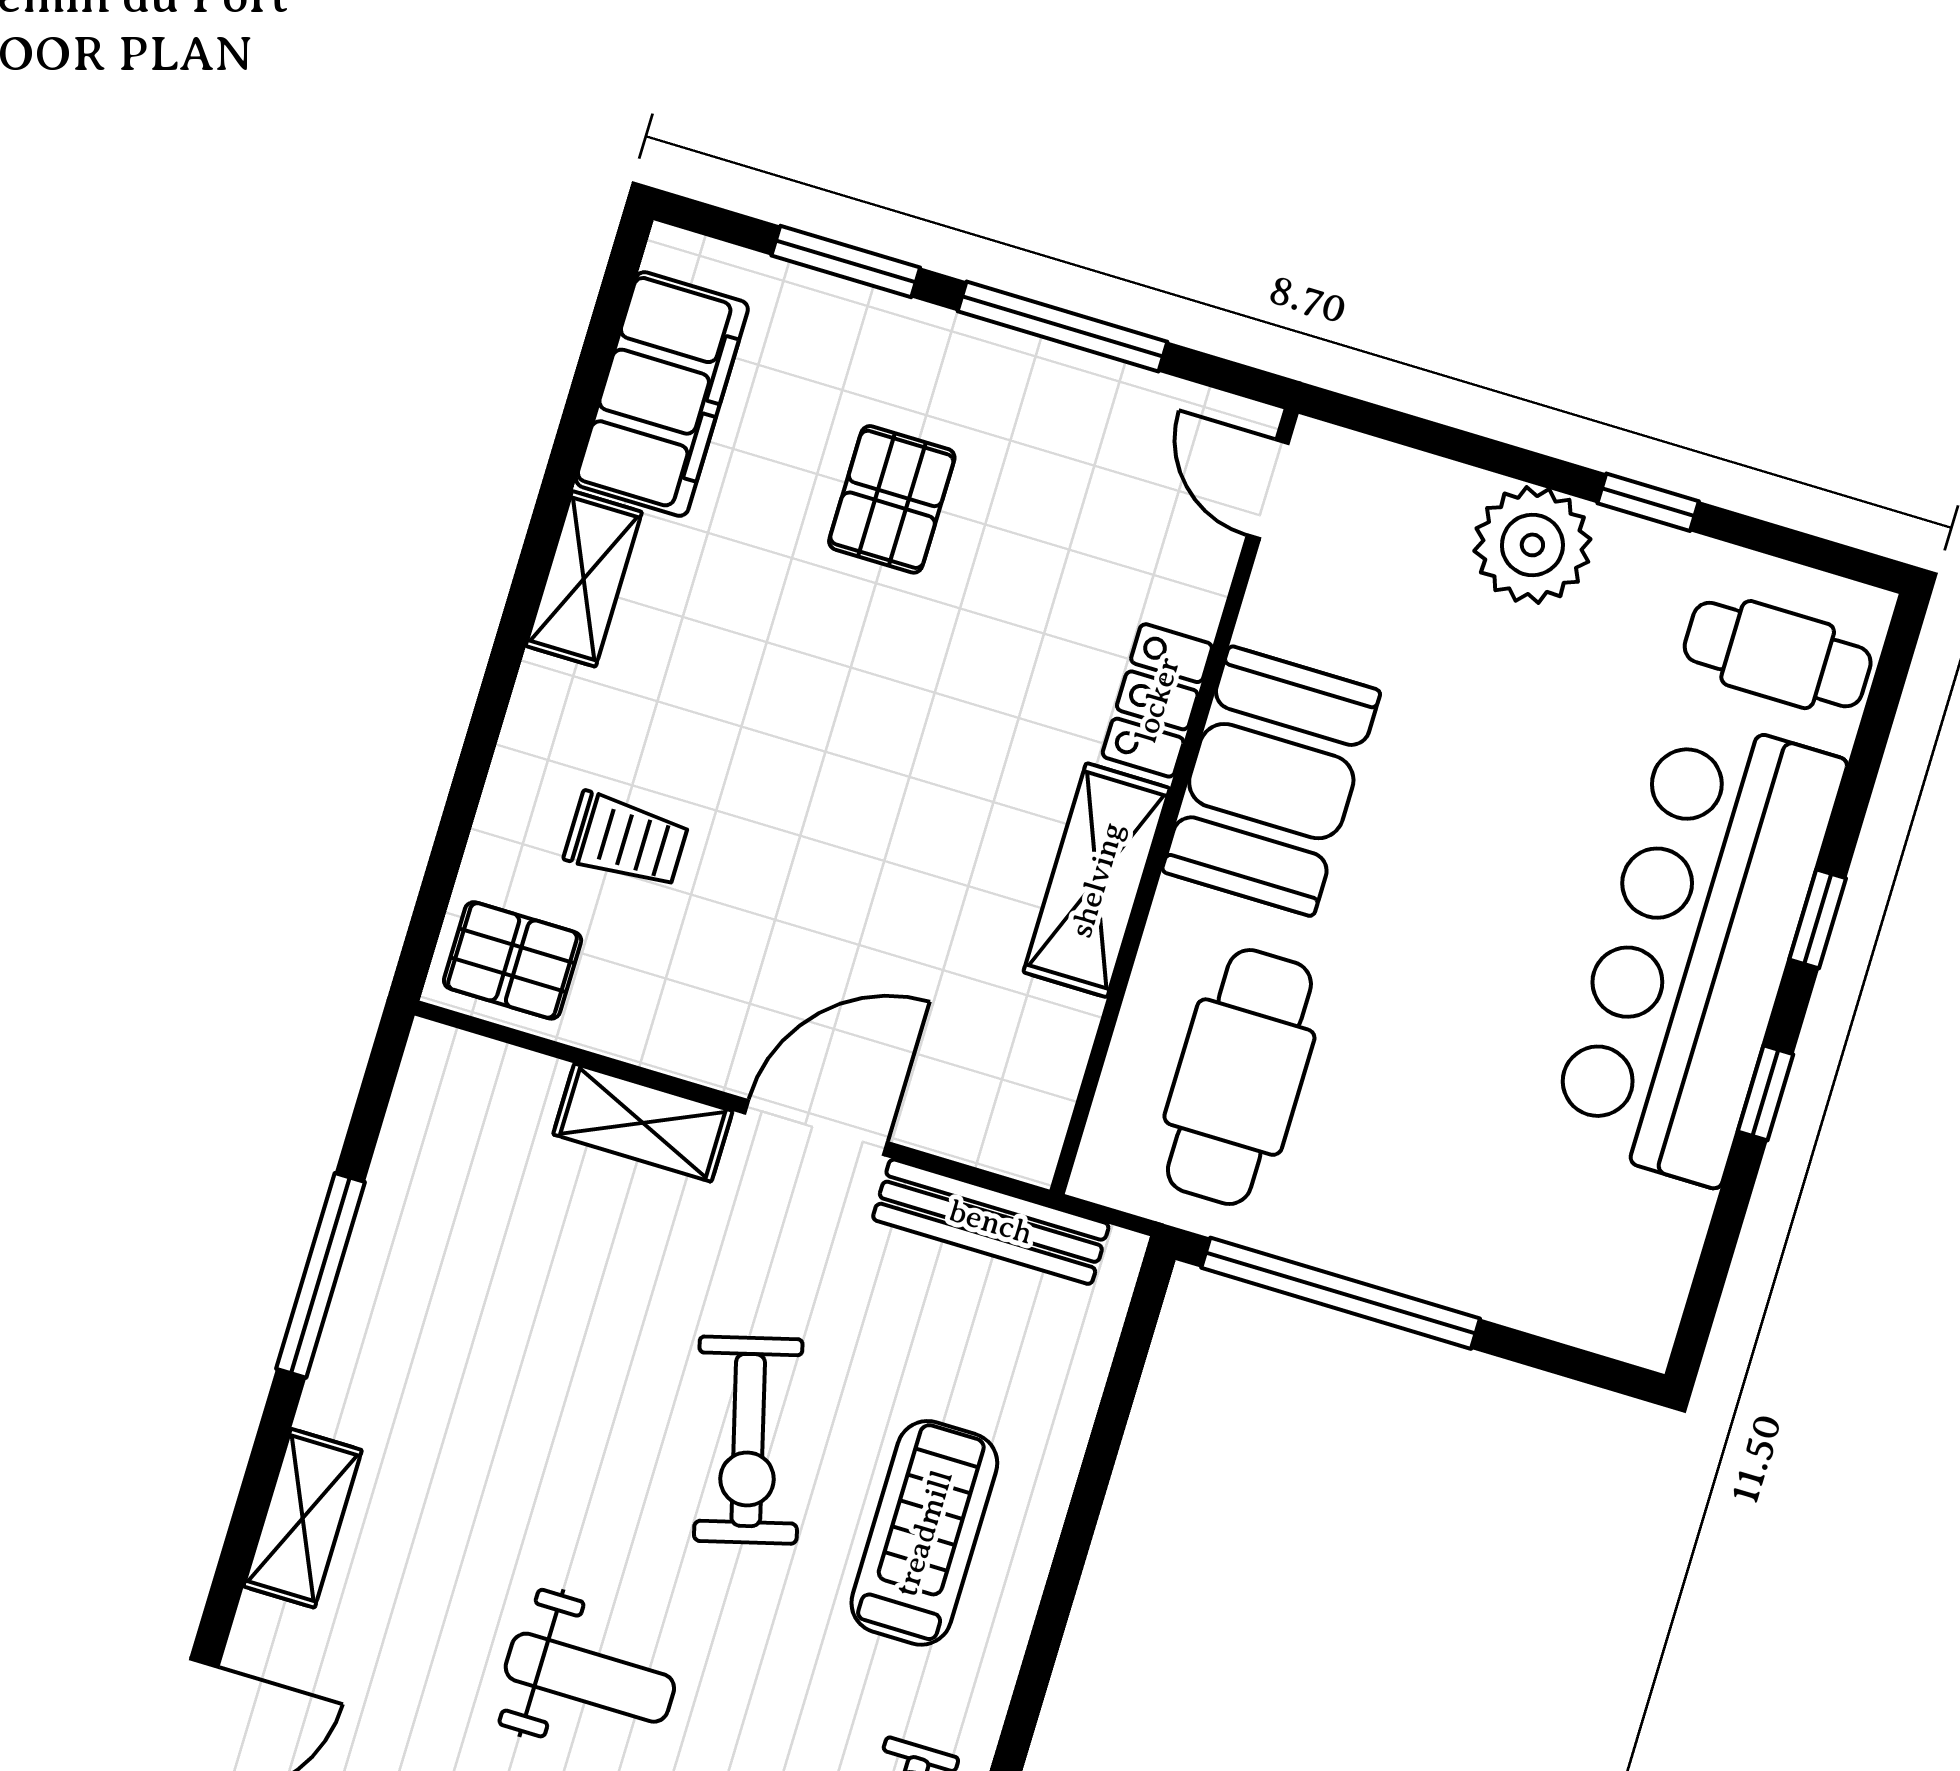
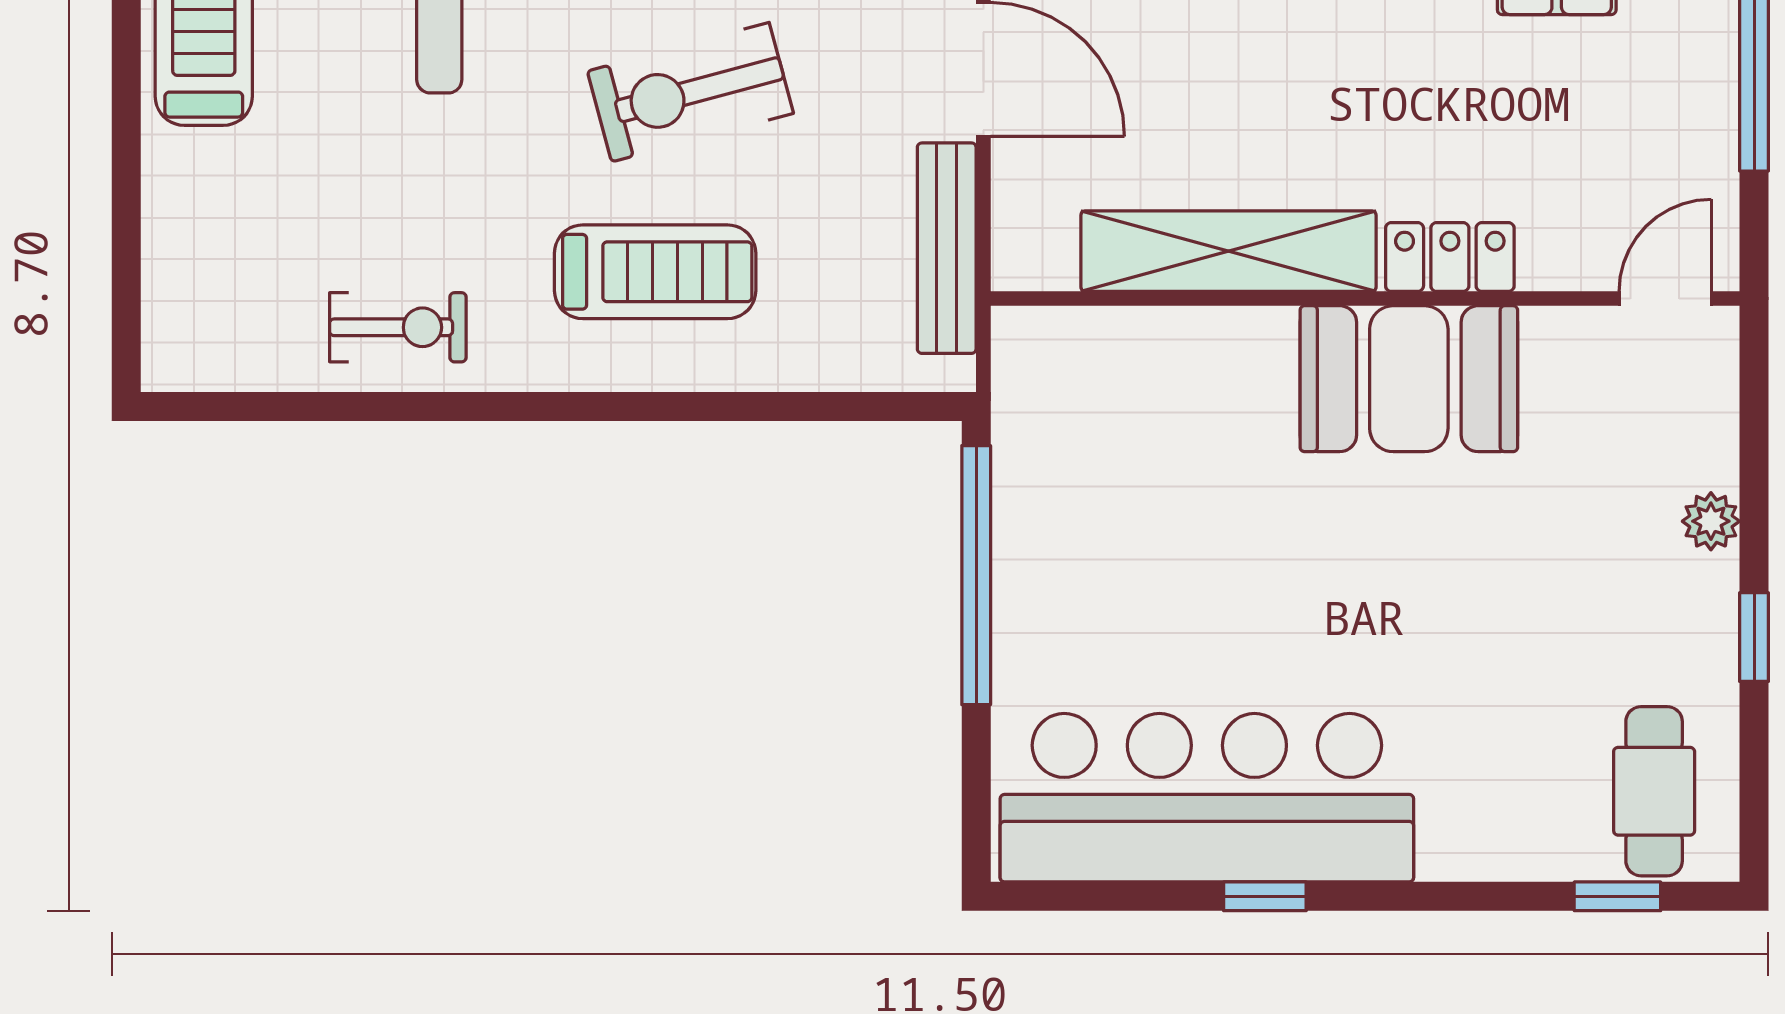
plant: (1532, 545) -> (1711, 521), width x0.53, depth x0.53
shelving: (1097, 880) -> (1228, 251), width x1.47
window: (1818, 919) -> (1617, 896), moved
bar counter: (1697, 949) -> (1207, 798), moved
cafe table: (1239, 1077) -> (1140, 429), removed

